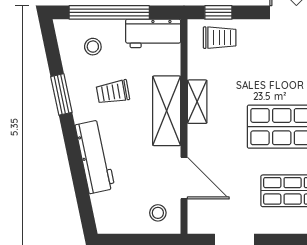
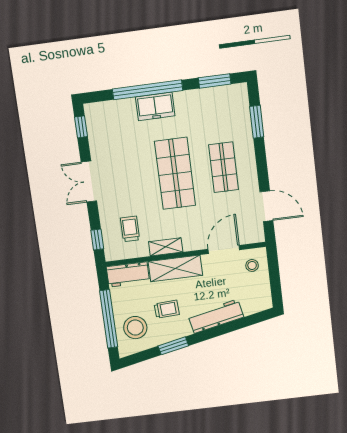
workbench: (153, 33) -> (128, 274), moved, turned 90
trolley: (220, 38) -> (130, 229), moved
stool: (93, 47) -> (135, 328), width x1.89, depth x1.89
trolley: (113, 92) -> (167, 309), turned -83

